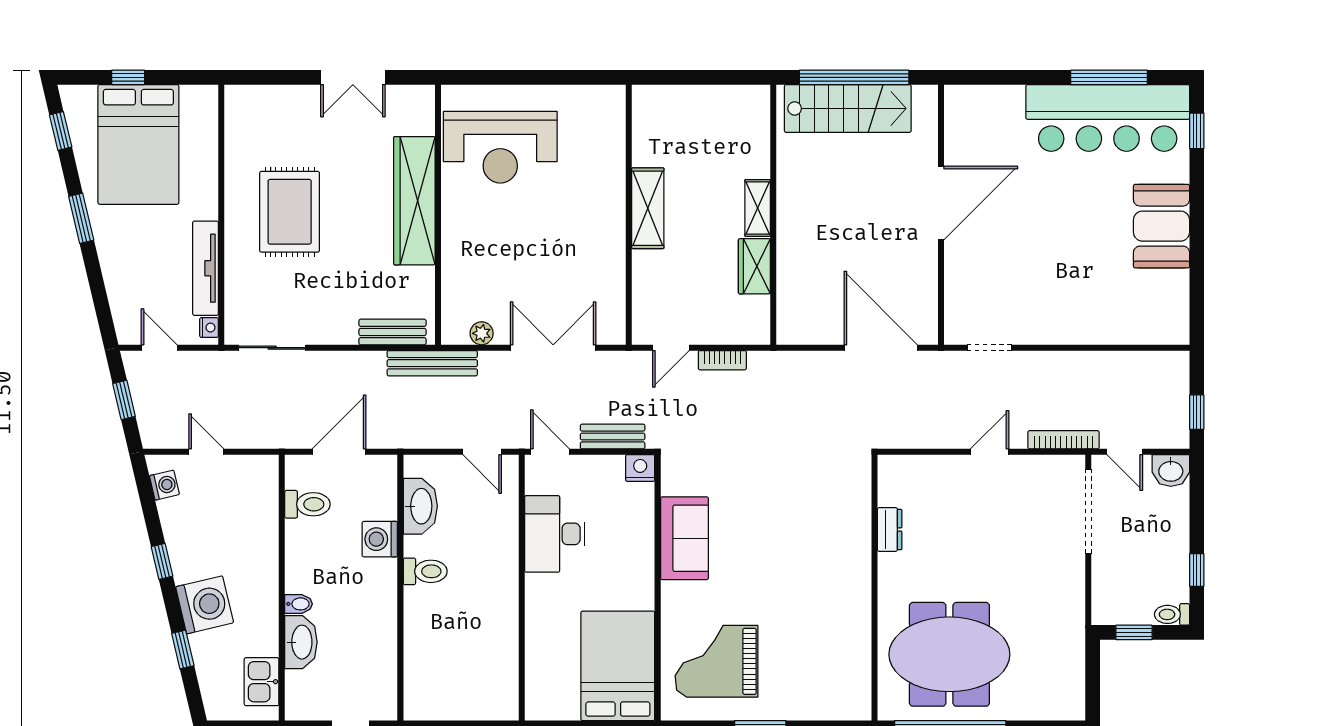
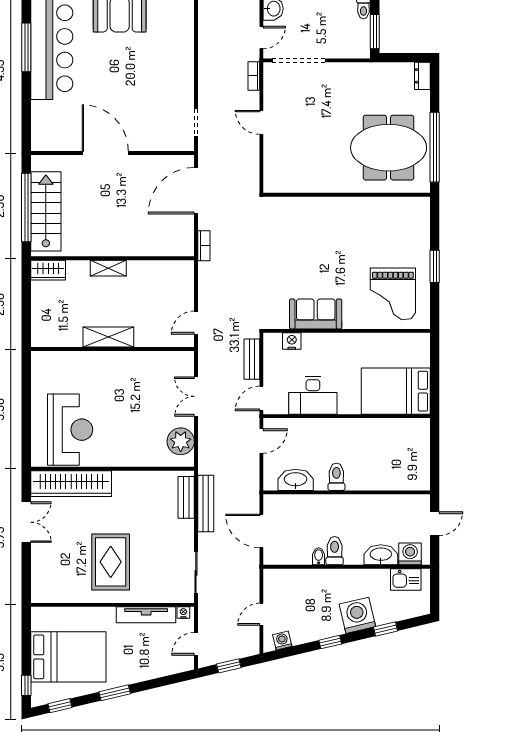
window: (128, 77) -> (26, 685), moved
wardrobe: (414, 201) -> (71, 484), moved
rug: (290, 212) -> (111, 562), turned 90
wardrobe: (754, 266) -> (48, 270), moved
plant: (482, 333) -> (181, 441), width x1.87, depth x1.87
double door: (553, 348) -> (196, 396), width x0.73
door: (671, 348) -> (196, 323), swing flipped
bookcase: (722, 360) -> (204, 246), moved
bench: (432, 363) -> (206, 503), moved
bookcase: (1063, 440) -> (254, 76), width x0.64
nightstand: (640, 468) -> (292, 341), moved, turned 90
toilet: (307, 504) -> (335, 551), moved
dresser: (890, 529) -> (422, 76), moved, turned -90
washing machine: (380, 539) -> (410, 554), moved, turned 180
bidet: (299, 604) -> (319, 556), moved
window: (1134, 632) -> (375, 32), width x1.50
meeting table: (949, 654) -> (389, 148), turned 90
bed: (618, 666) -> (396, 391), moved

